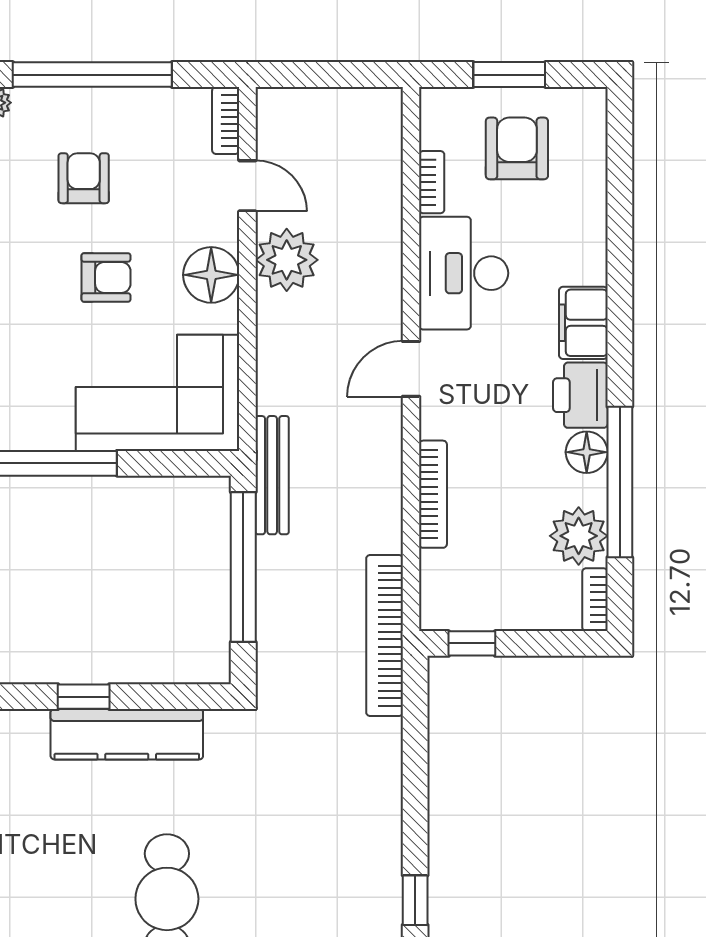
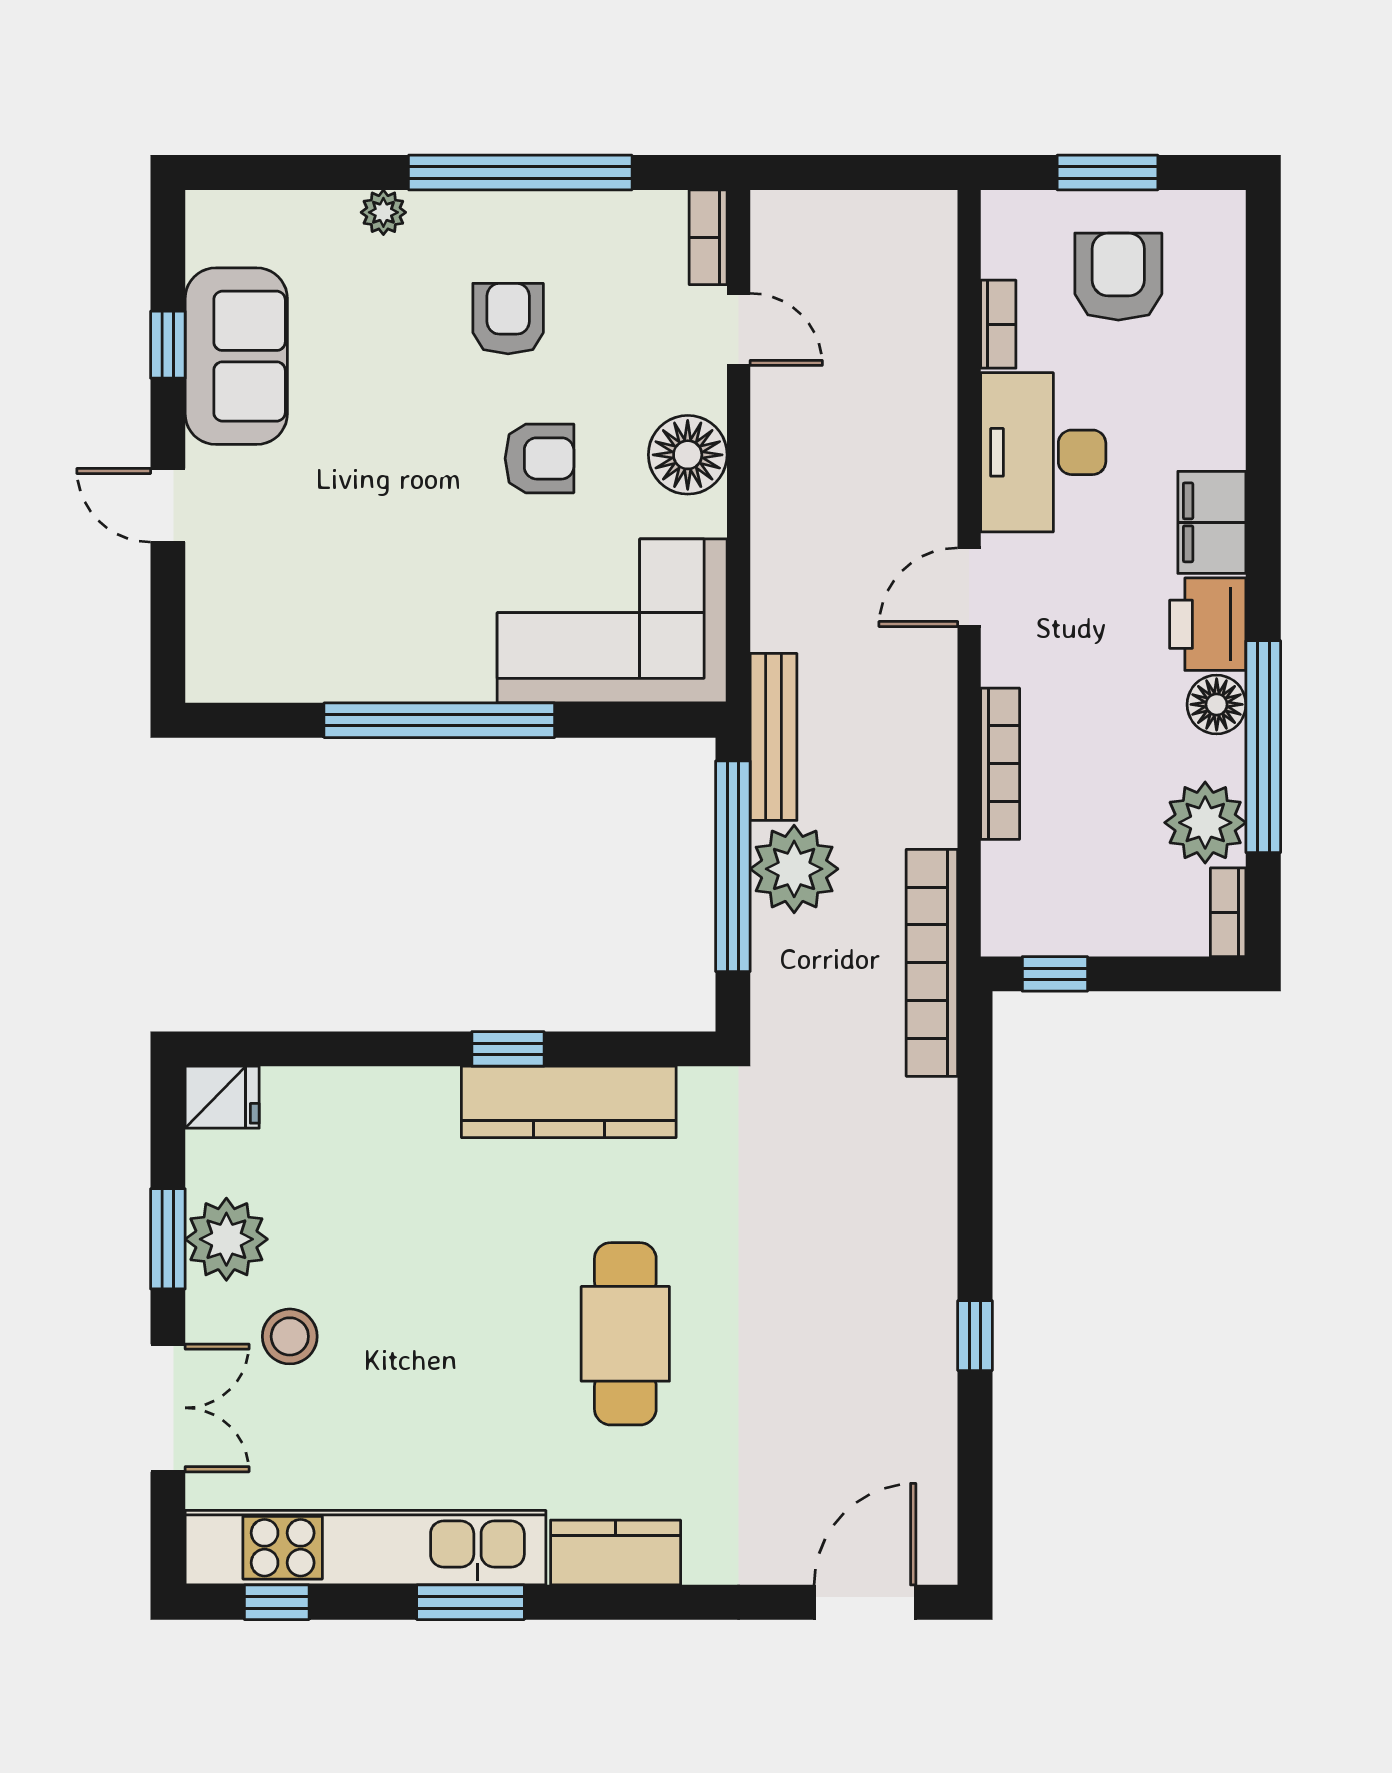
plant: (287, 260) -> (794, 869), moved

